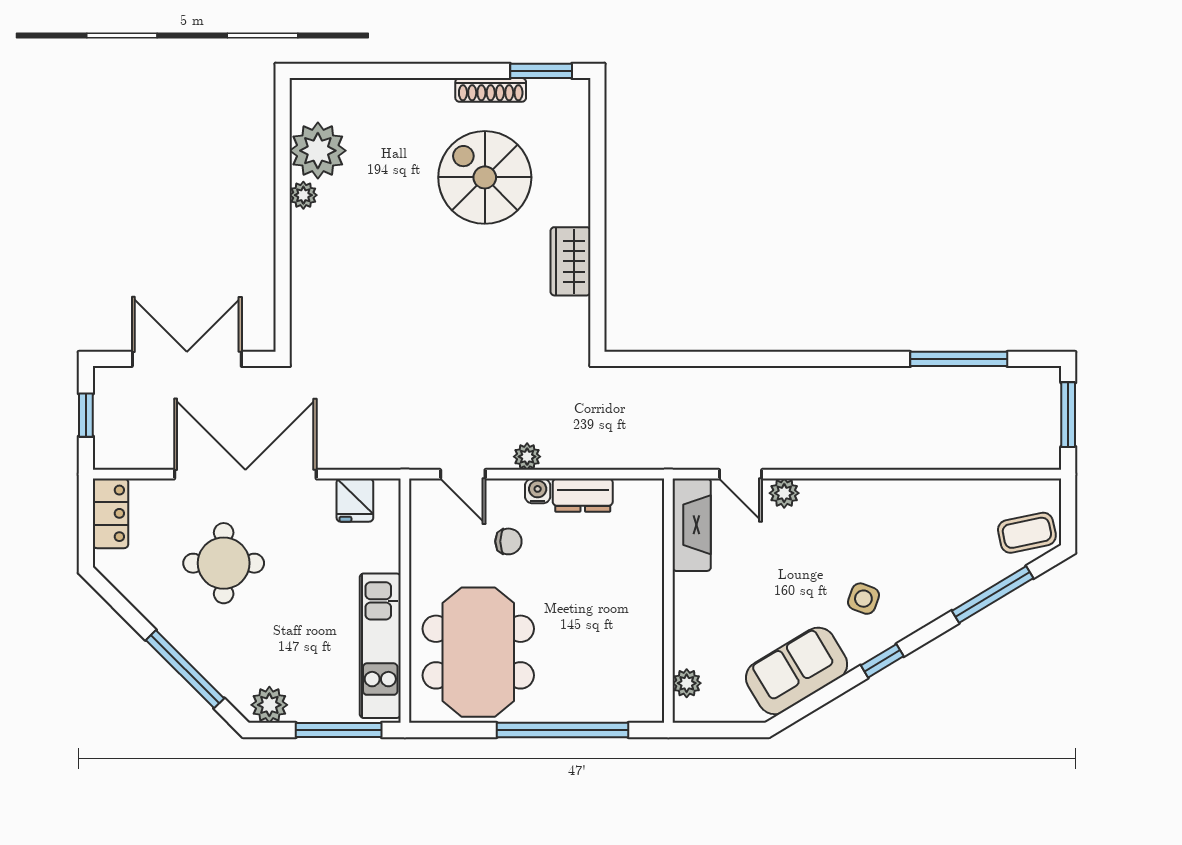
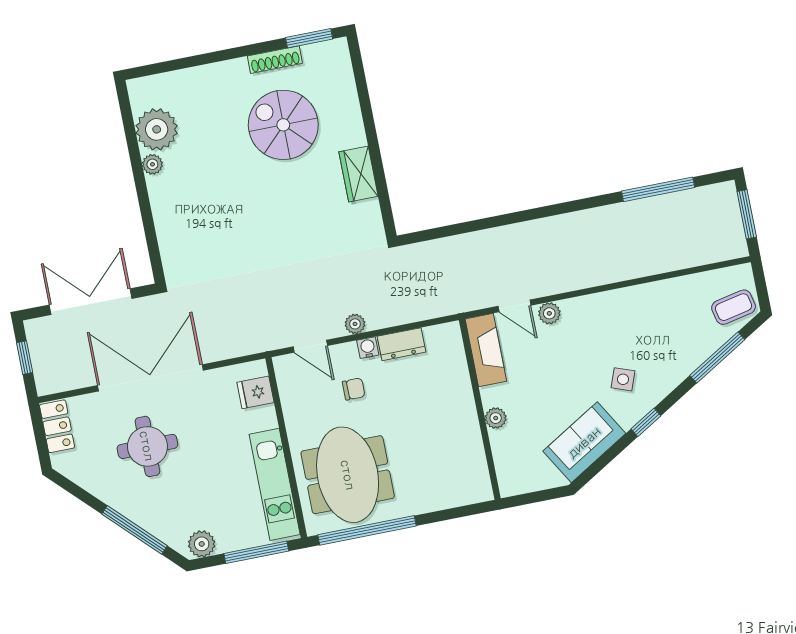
fridge: (355, 500) -> (255, 392), moved, turned 90
plant: (687, 683) -> (496, 418), moved
window: (563, 730) -> (367, 530), moved

